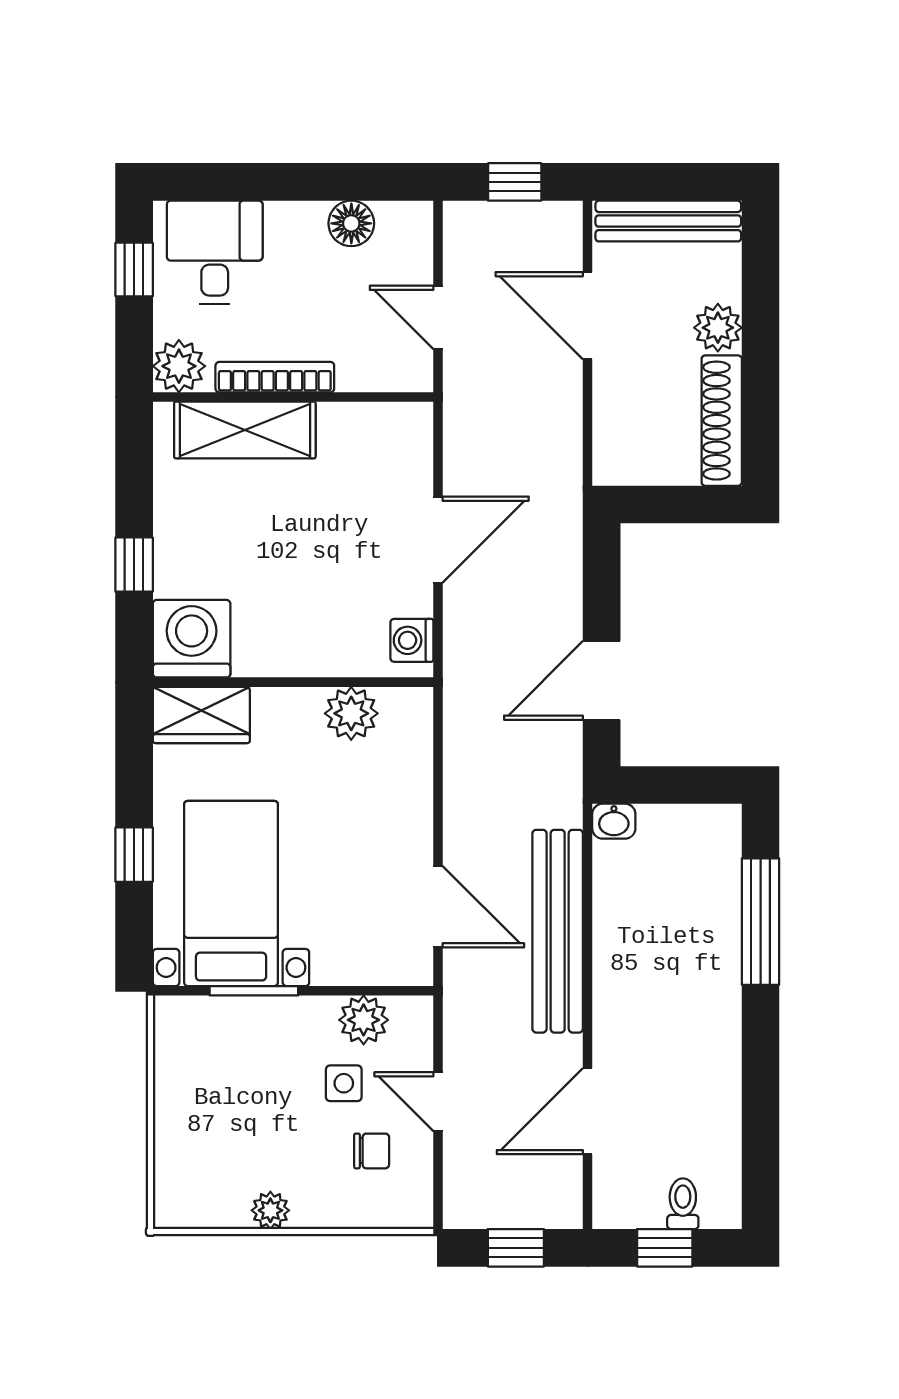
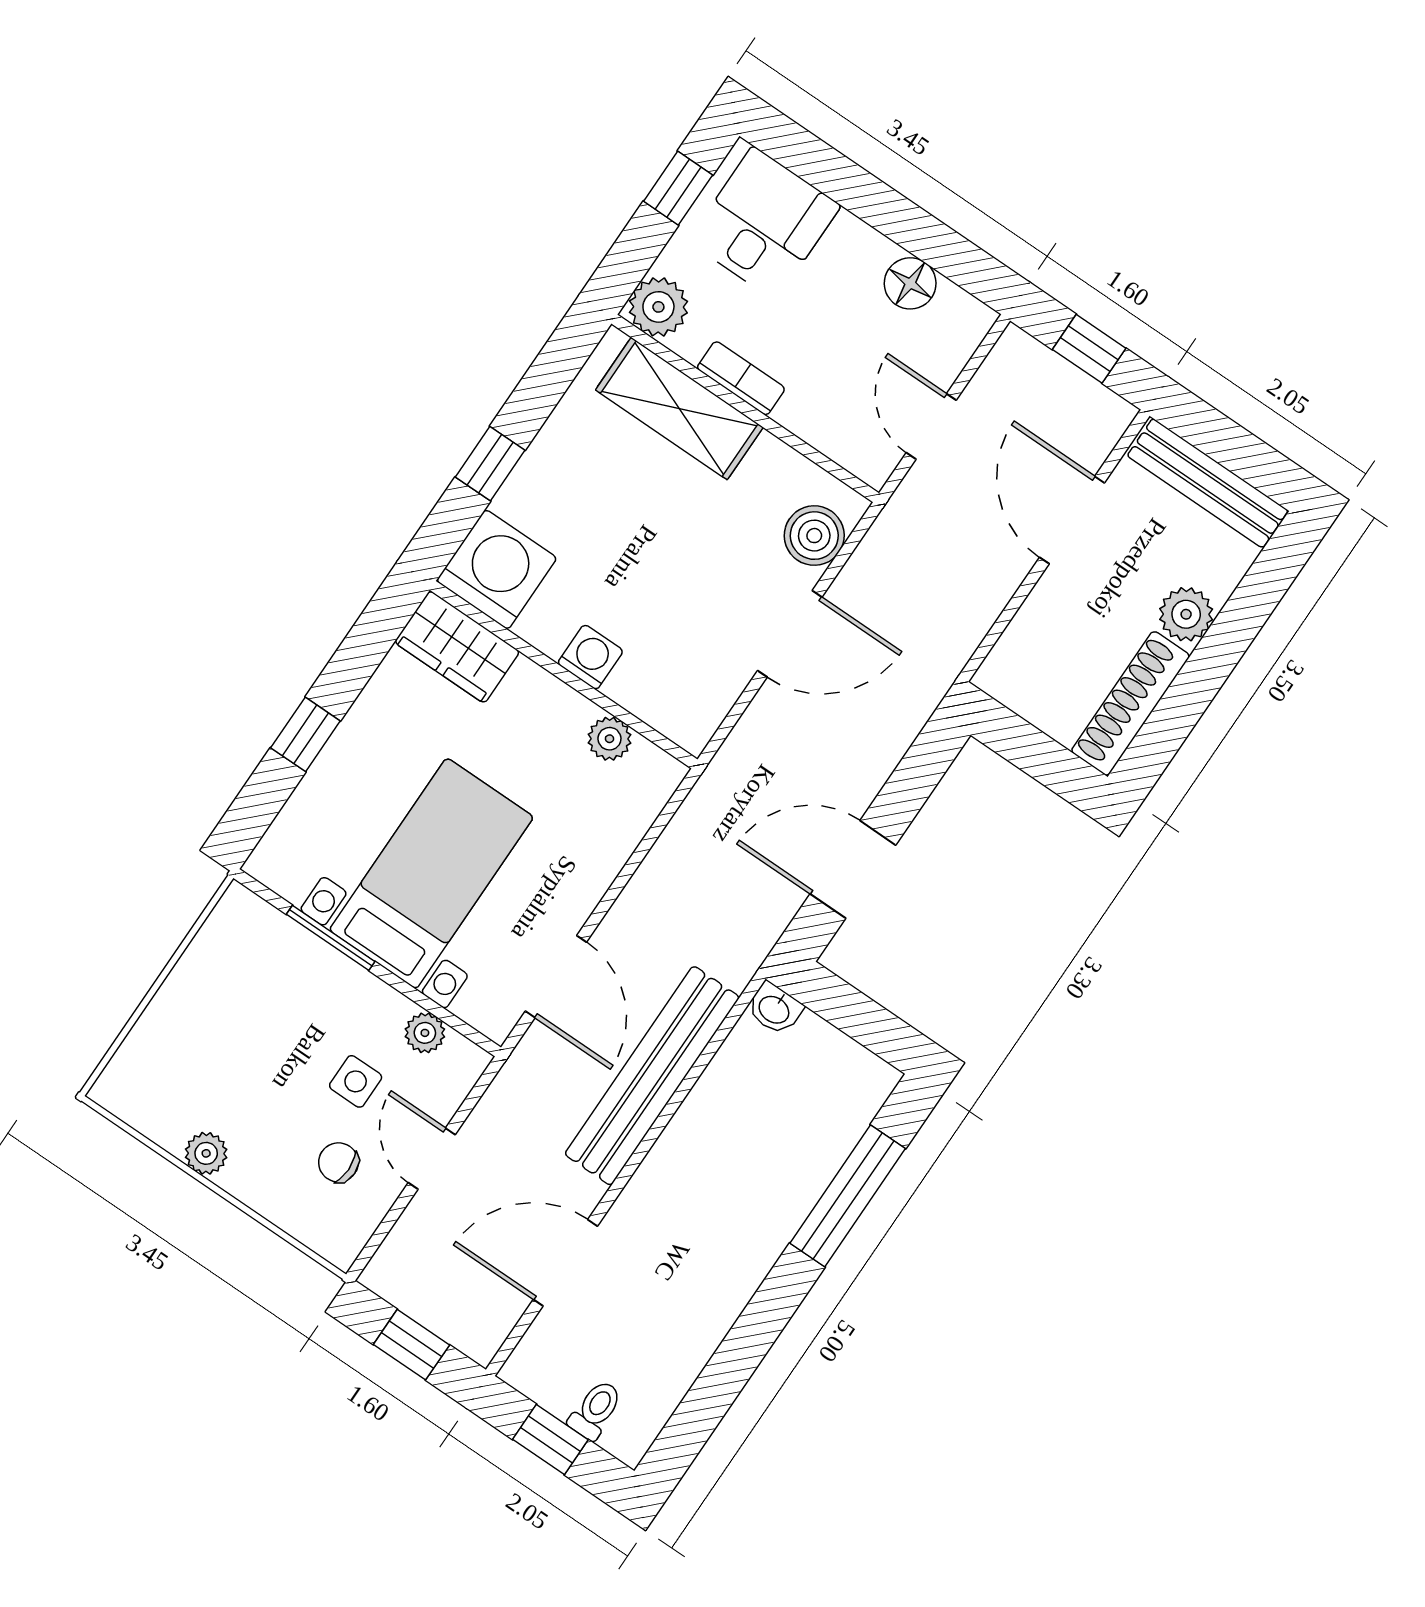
bookcase: (275, 377) -> (741, 378), width x0.64
boiler: (407, 456) -> (814, 536), added
washing machine: (412, 640) -> (590, 657), moved, turned 90
plant: (351, 713) -> (609, 739), width x0.73, depth x0.73
bed with nightstands: (231, 893) -> (431, 873), moved
plant: (364, 1020) -> (425, 1033), width x0.73, depth x0.73
chair: (372, 1151) -> (338, 1162), turned 180

